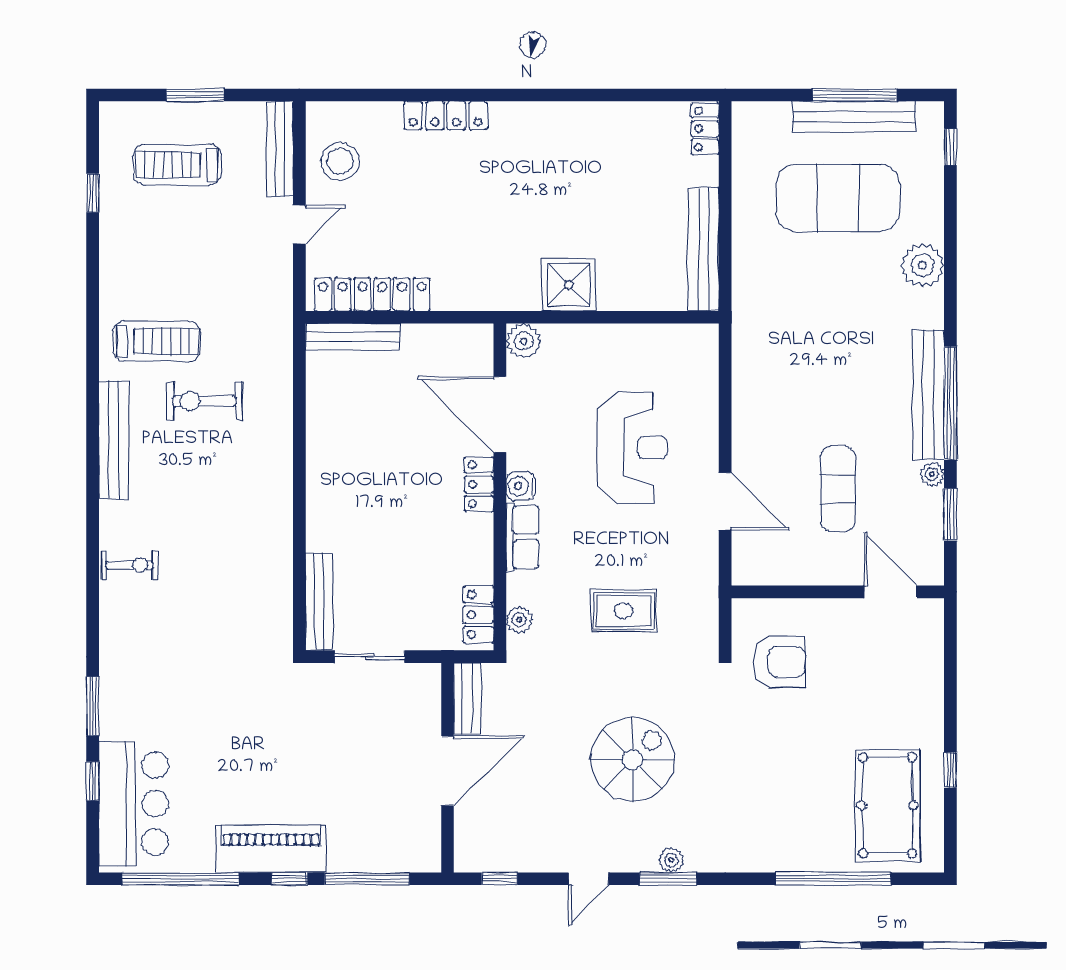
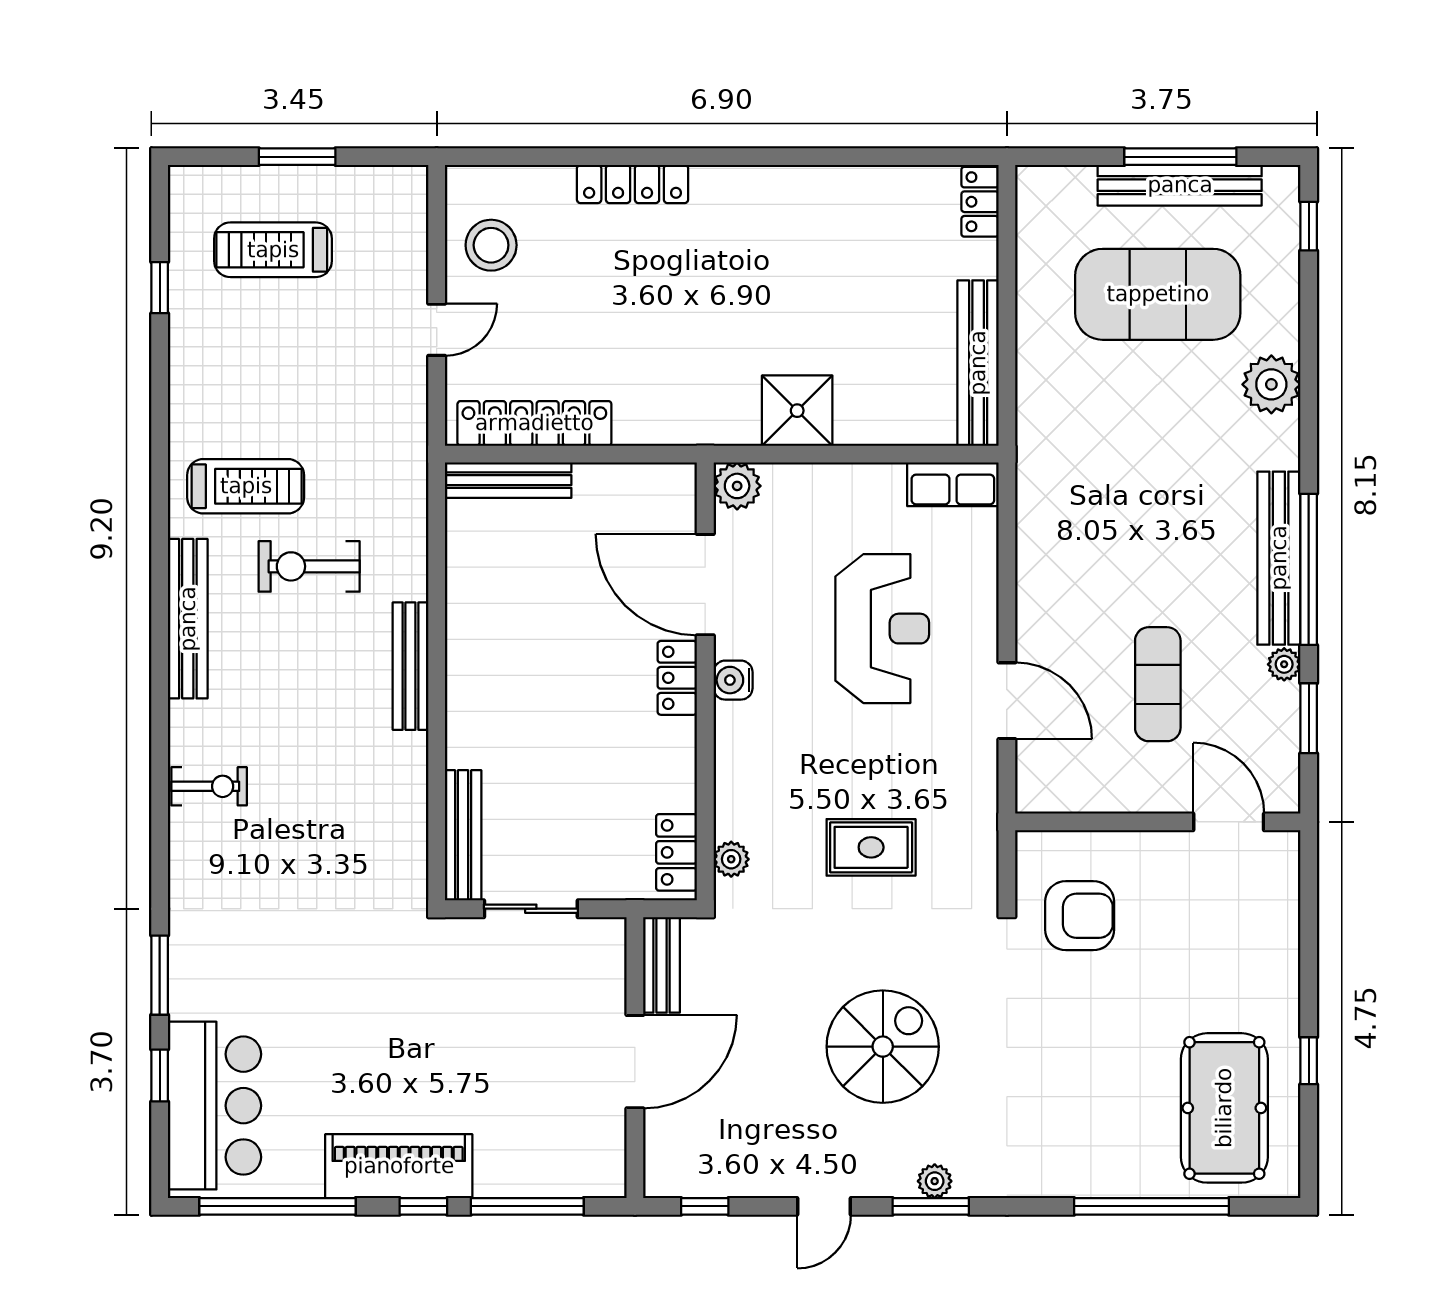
bench: (280, 149) -> (410, 666), moved
row of seats: (522, 537) -> (953, 484), moved, turned 90

